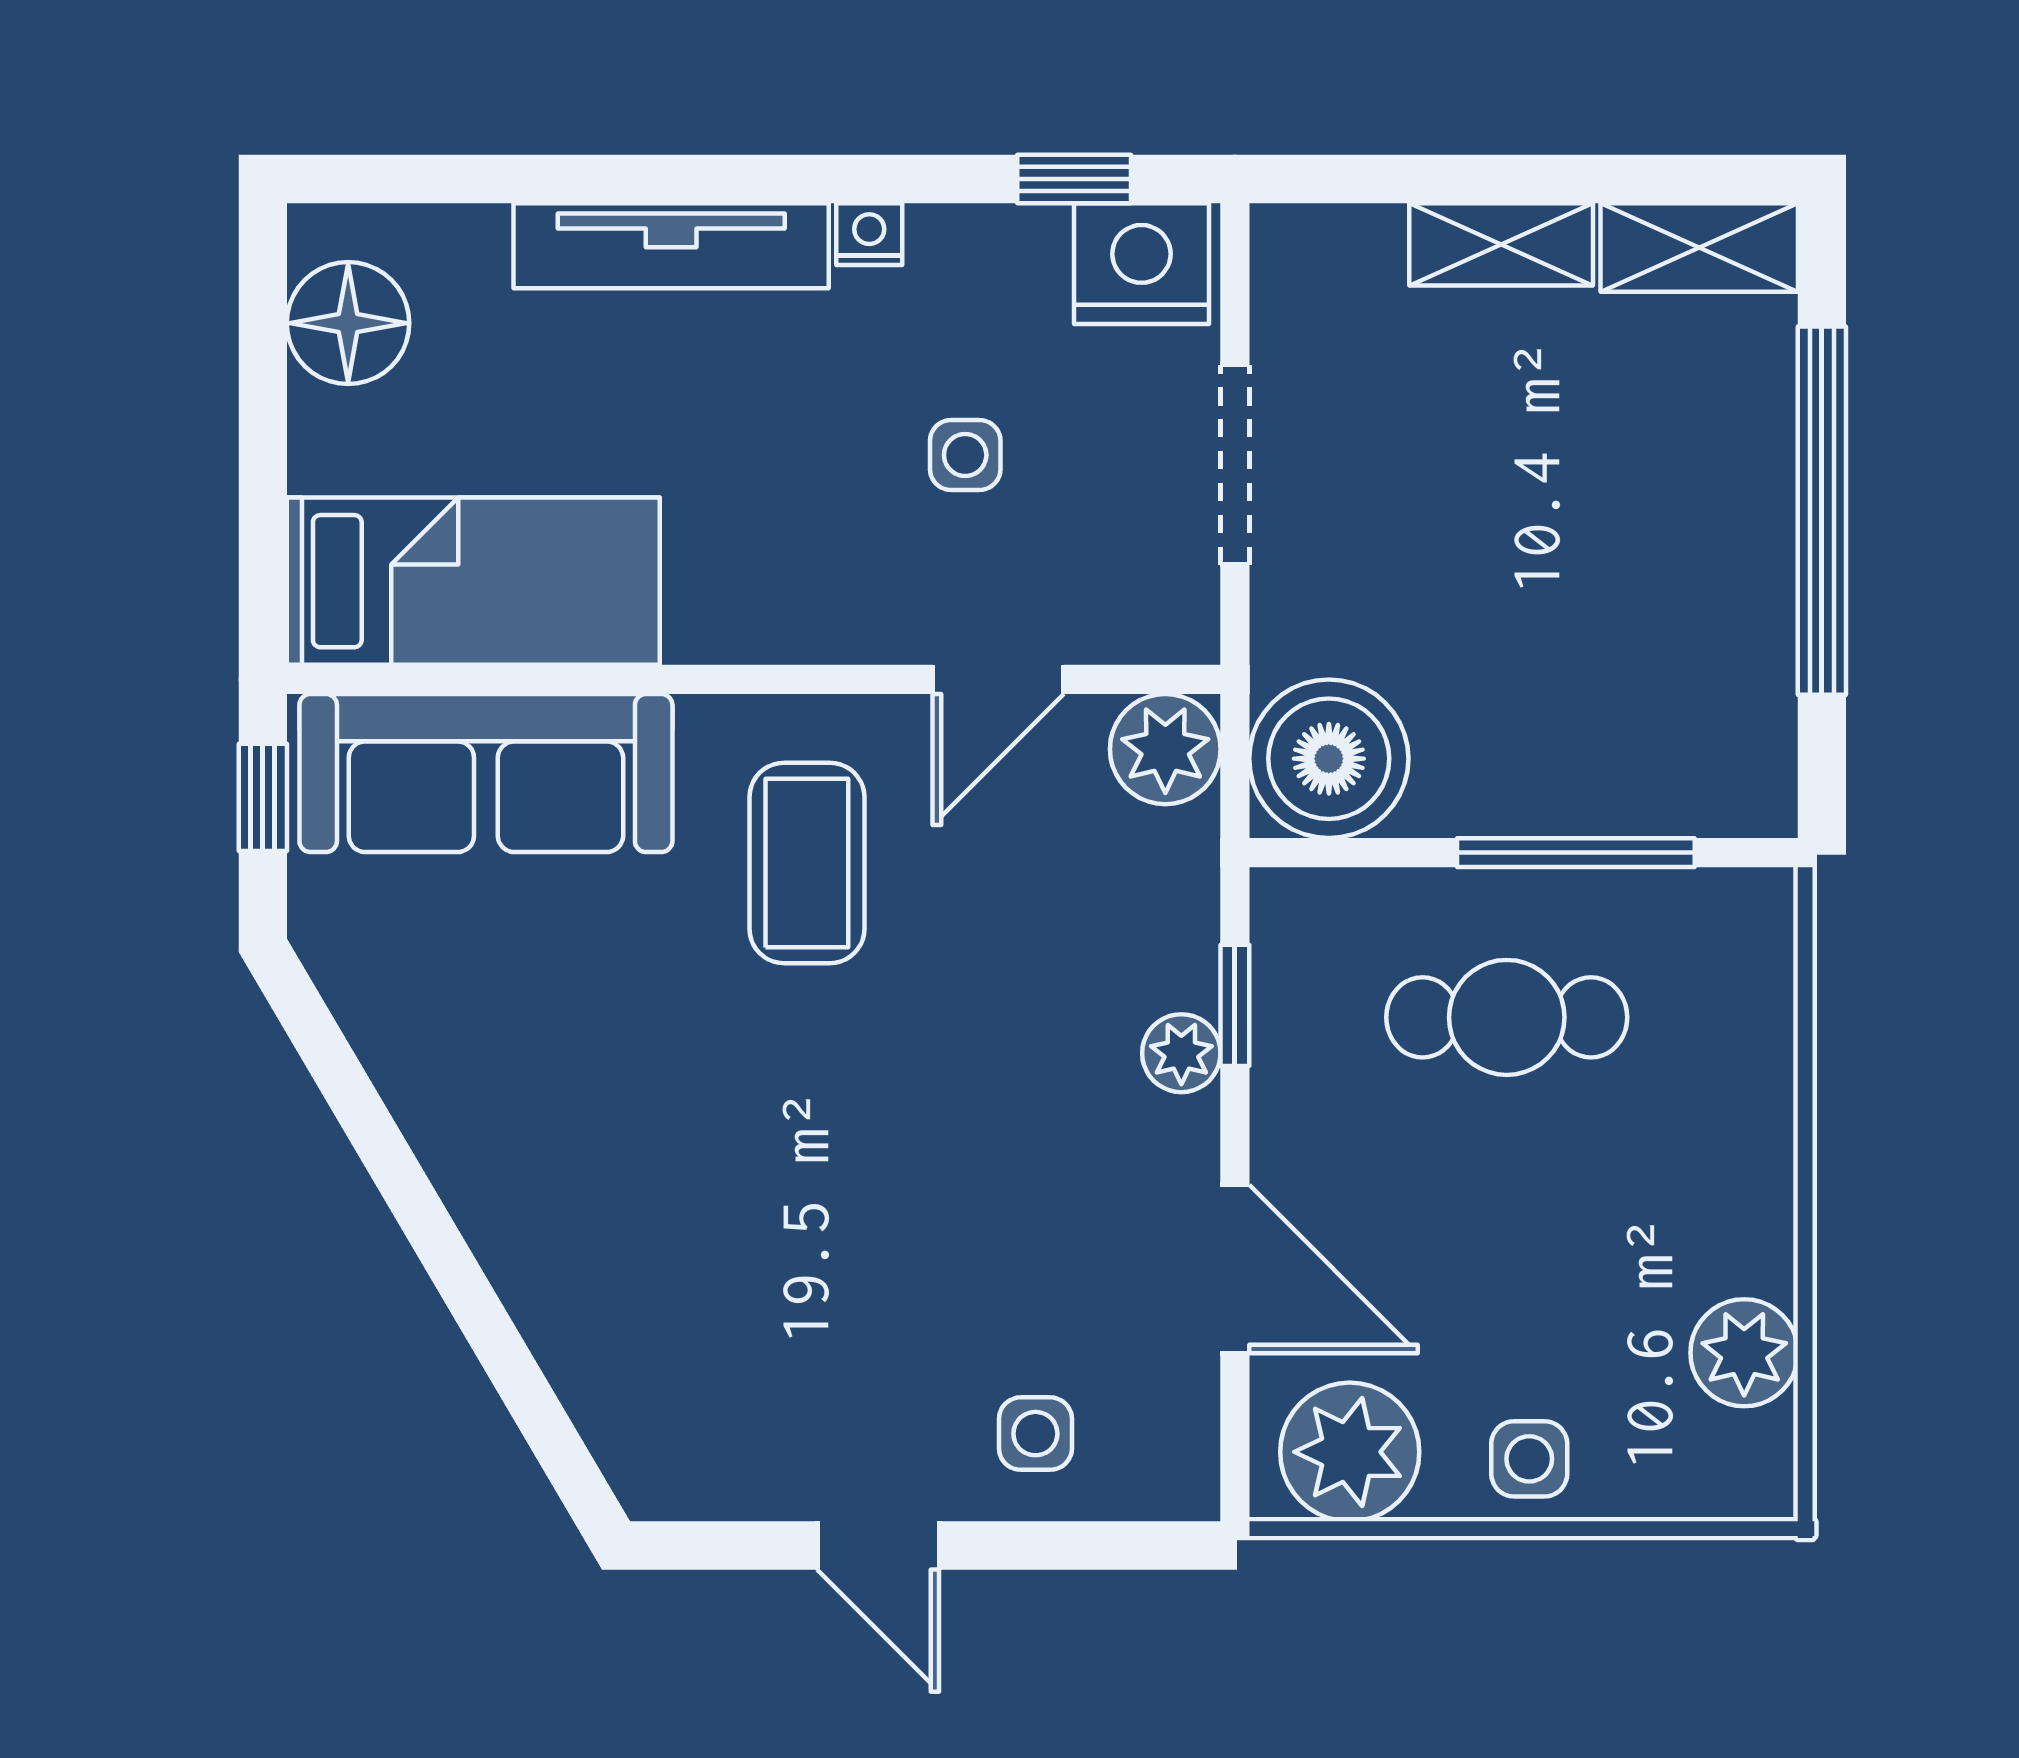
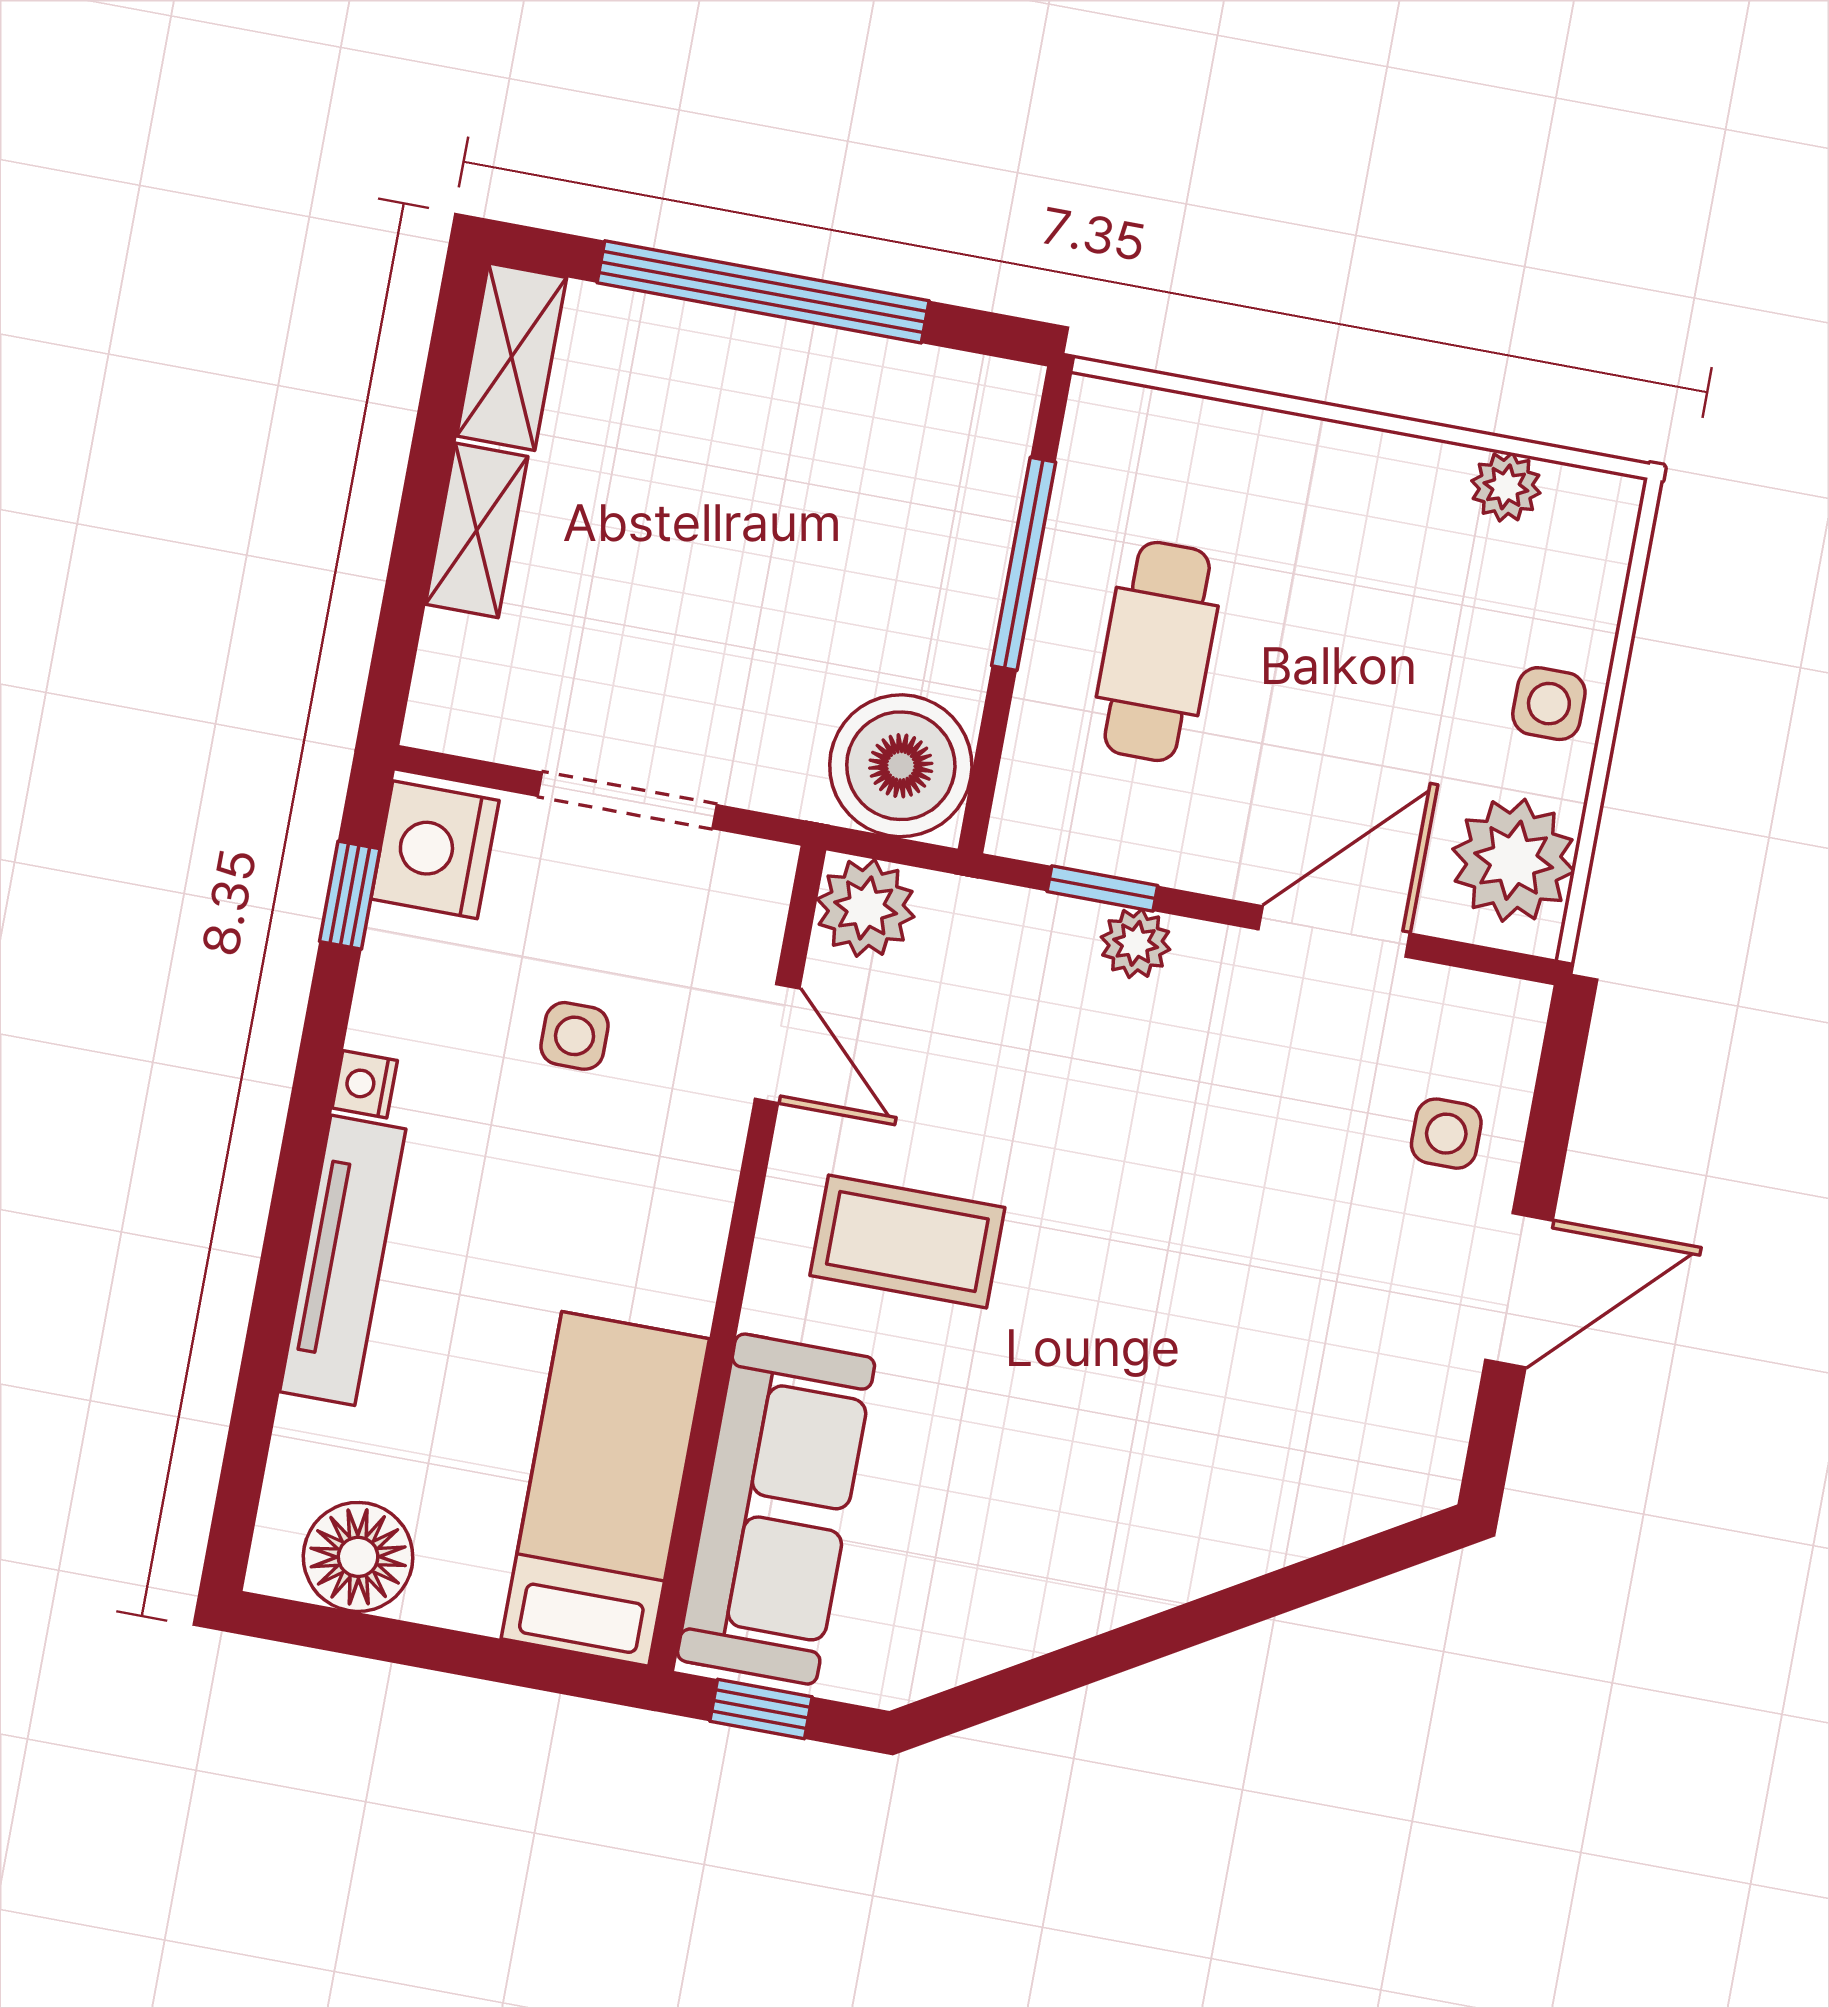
plant: (1744, 1353) -> (1506, 487), width x0.73, depth x0.73
door: (878, 1546) -> (1519, 1290), width x1.38

